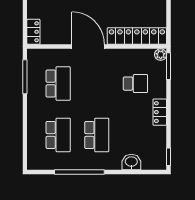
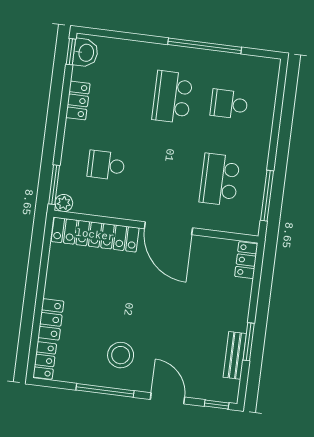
locker: (160, 112) -> (78, 100), moved
school desk: (58, 135) -> (229, 104), width x0.54
washbasin: (131, 162) -> (86, 53), moved, turned -90

